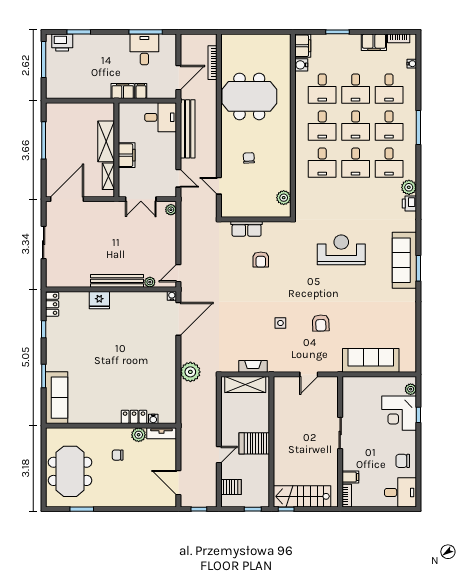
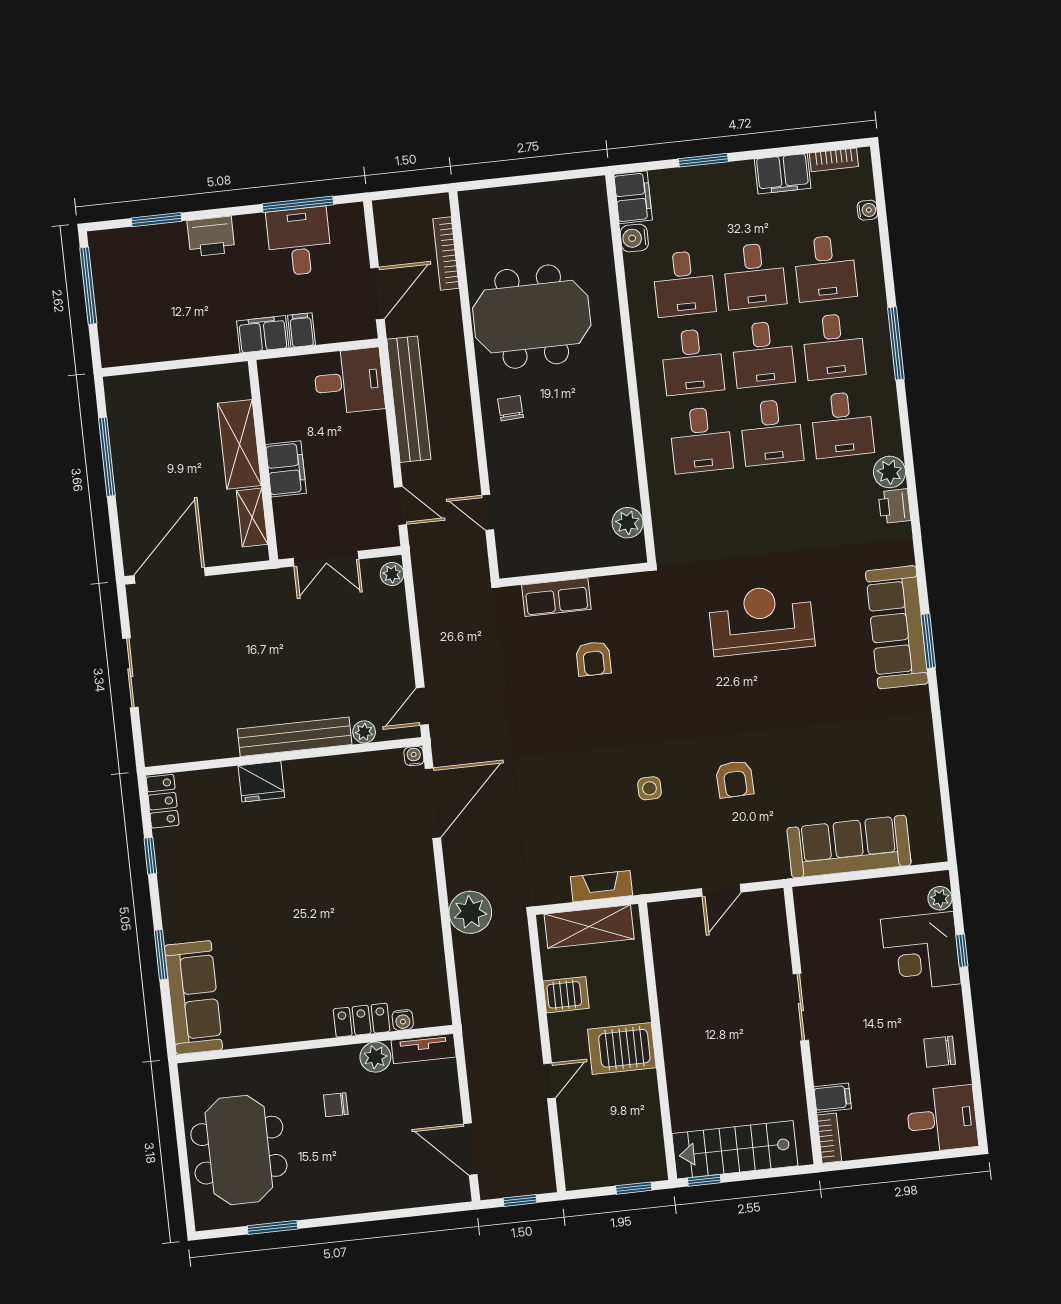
printer: (62, 43) -> (211, 236), moved
chair: (249, 158) -> (511, 408), moved
server rack: (231, 487) -> (566, 995), moved

